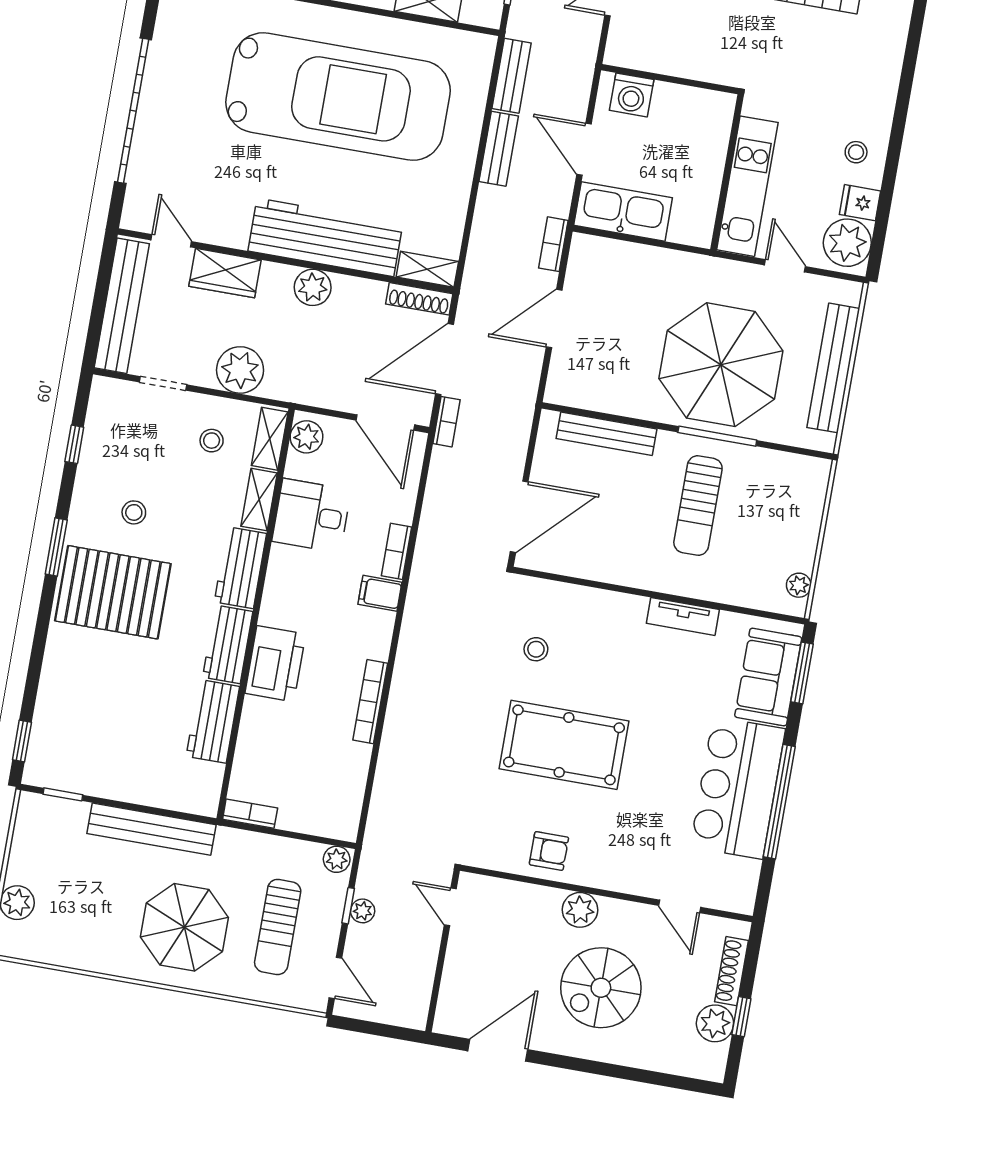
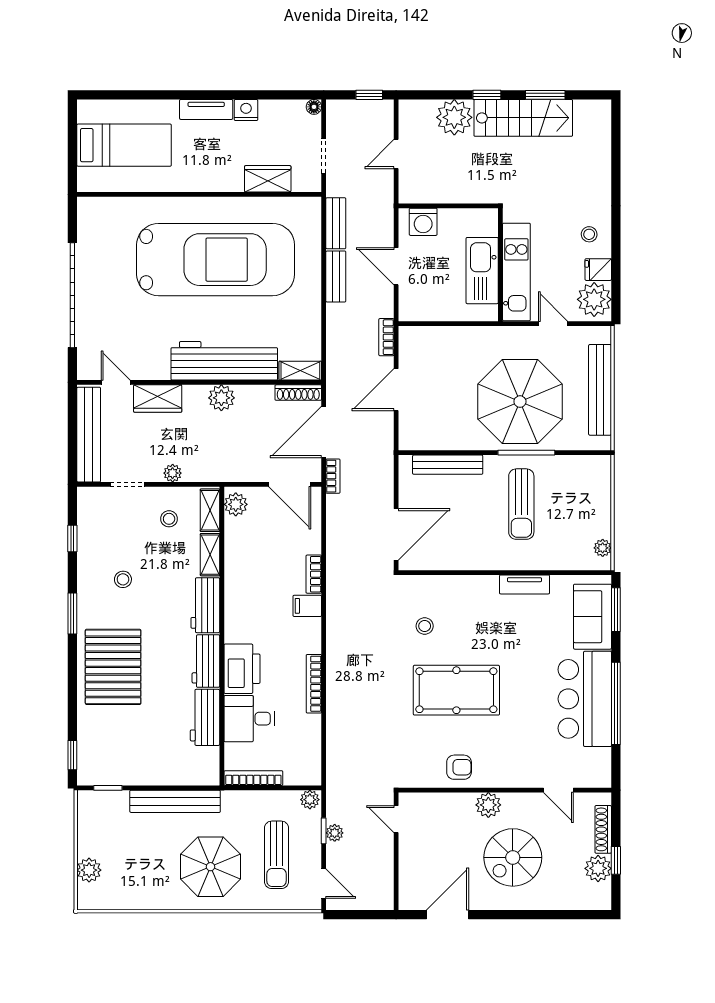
kitchen sink: (623, 211) -> (482, 271), moved, turned -90
plant: (240, 370) -> (173, 473), width x0.53, depth x0.53
desk: (312, 516) -> (249, 719), moved
pallet: (113, 592) -> (113, 667), moved, turned 90
bookcase: (250, 814) -> (253, 778), width x1.56

